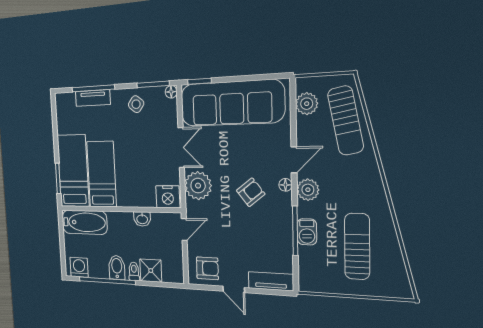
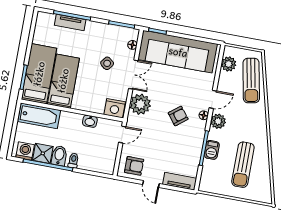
floor lamp: (171, 92) -> (132, 45), moved
side table: (136, 104) -> (107, 63), moved
sun lounger: (357, 246) -> (243, 165), turned 180
shower: (151, 271) -> (43, 153), moved

